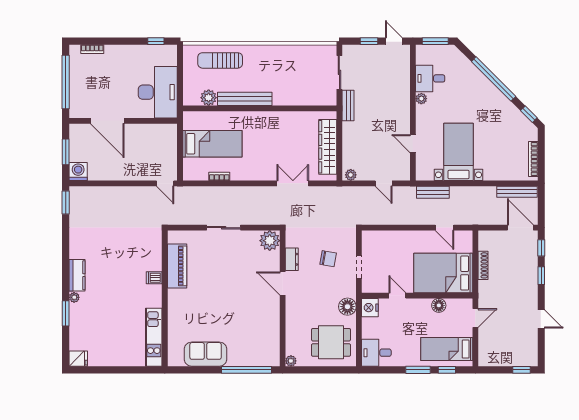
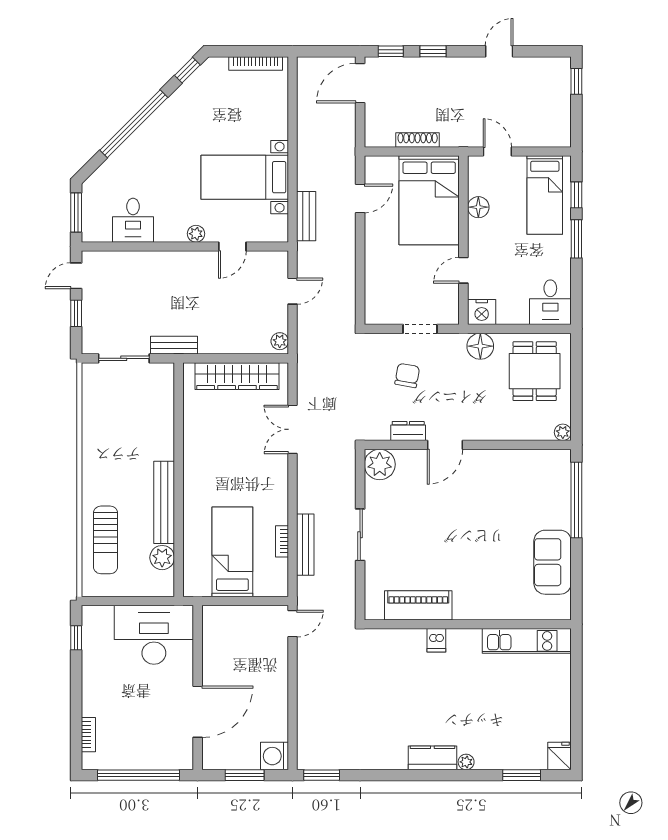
plant: (421, 99) -> (196, 234), moved
bench: (517, 192) -> (305, 545), moved
window: (66, 313) -> (522, 775), moved

